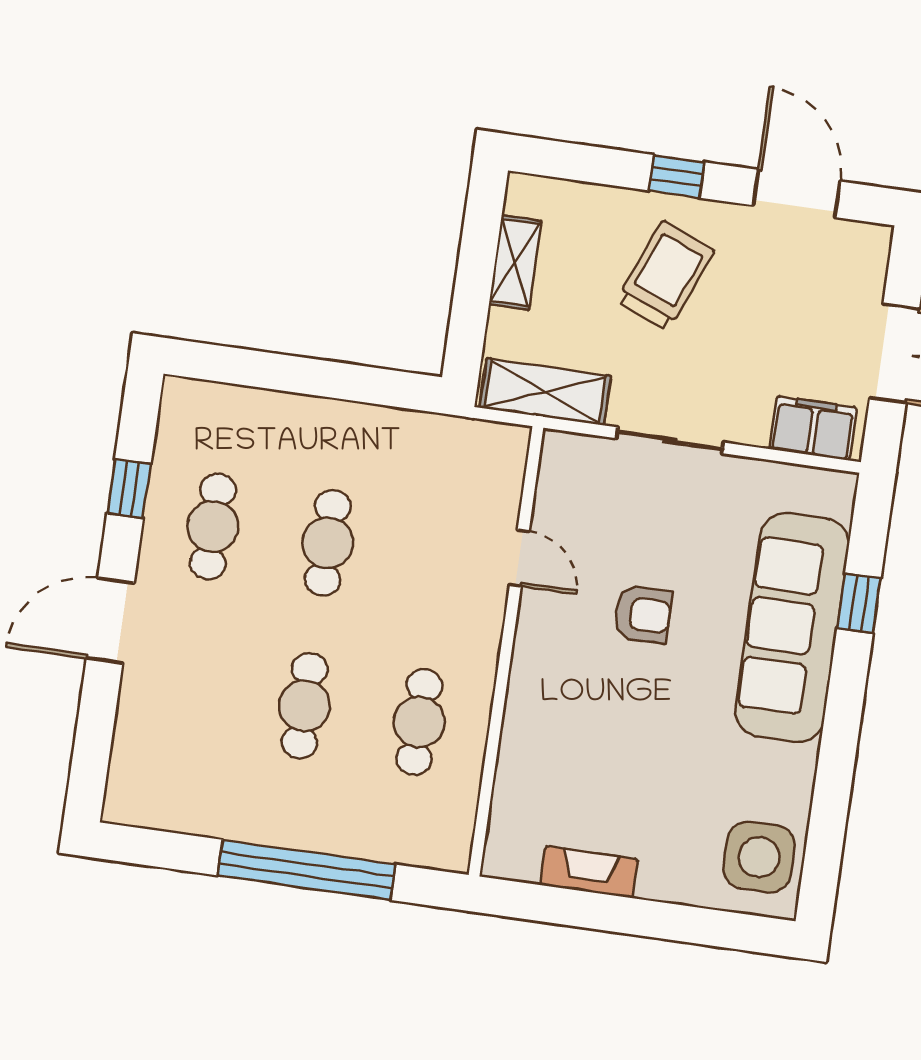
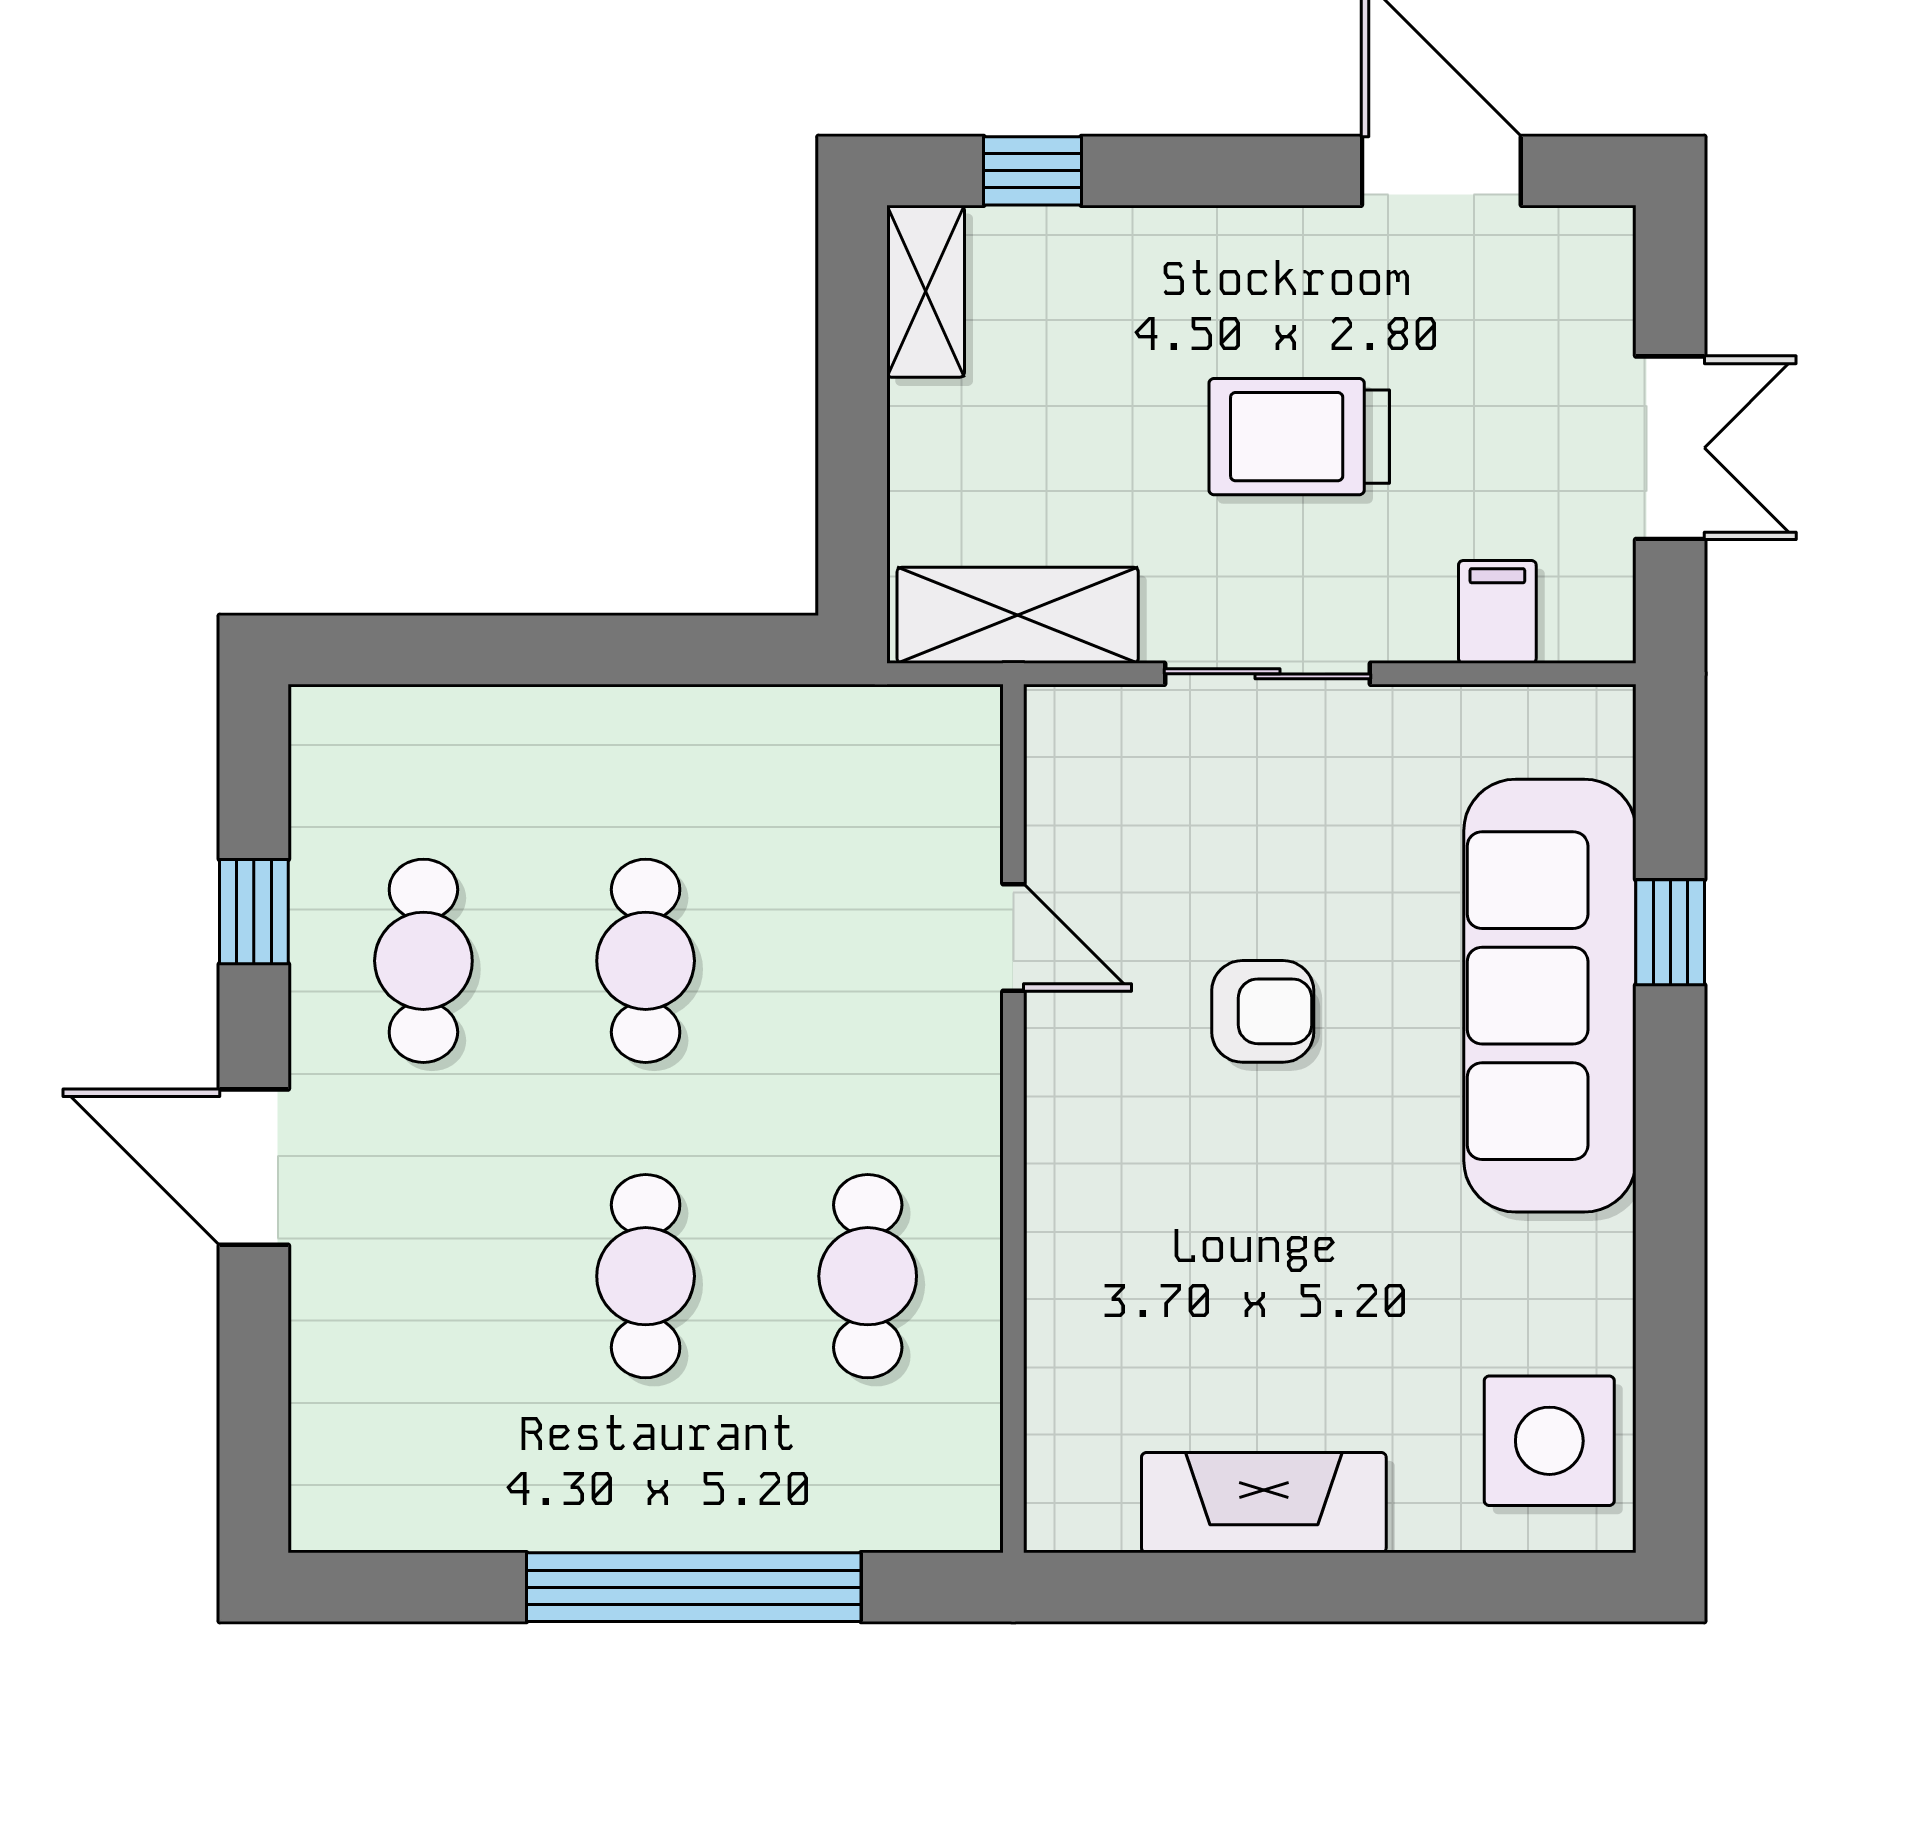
window: (677, 176) -> (1032, 171), moved
shelving: (515, 263) -> (926, 291), moved
trolley: (665, 276) -> (1299, 437), moved, turned -112
filing cabinet: (813, 428) -> (1497, 612), width x0.50
door: (110, 621) -> (254, 1167), hinge flipped
fireplace: (589, 872) -> (1264, 1503), width x1.37, depth x1.32

